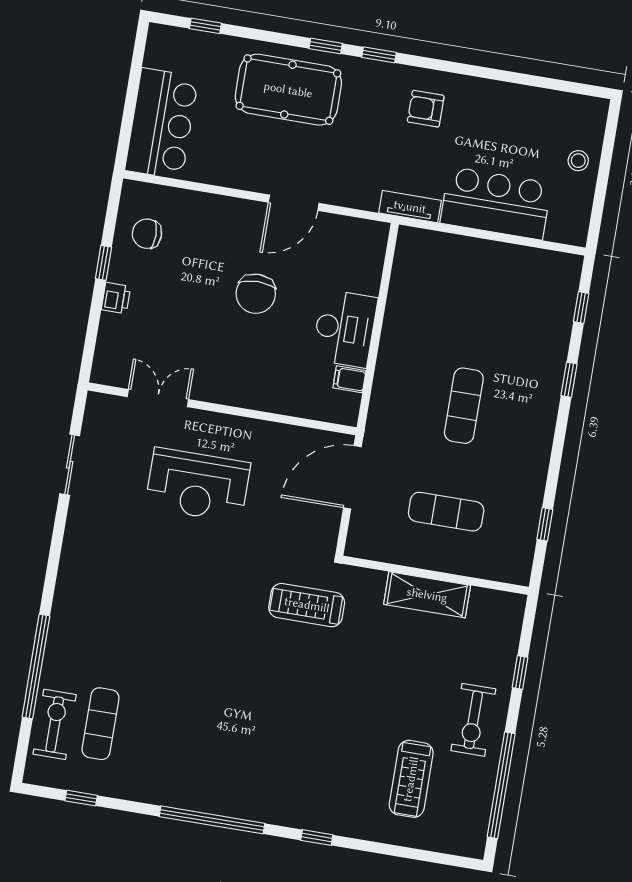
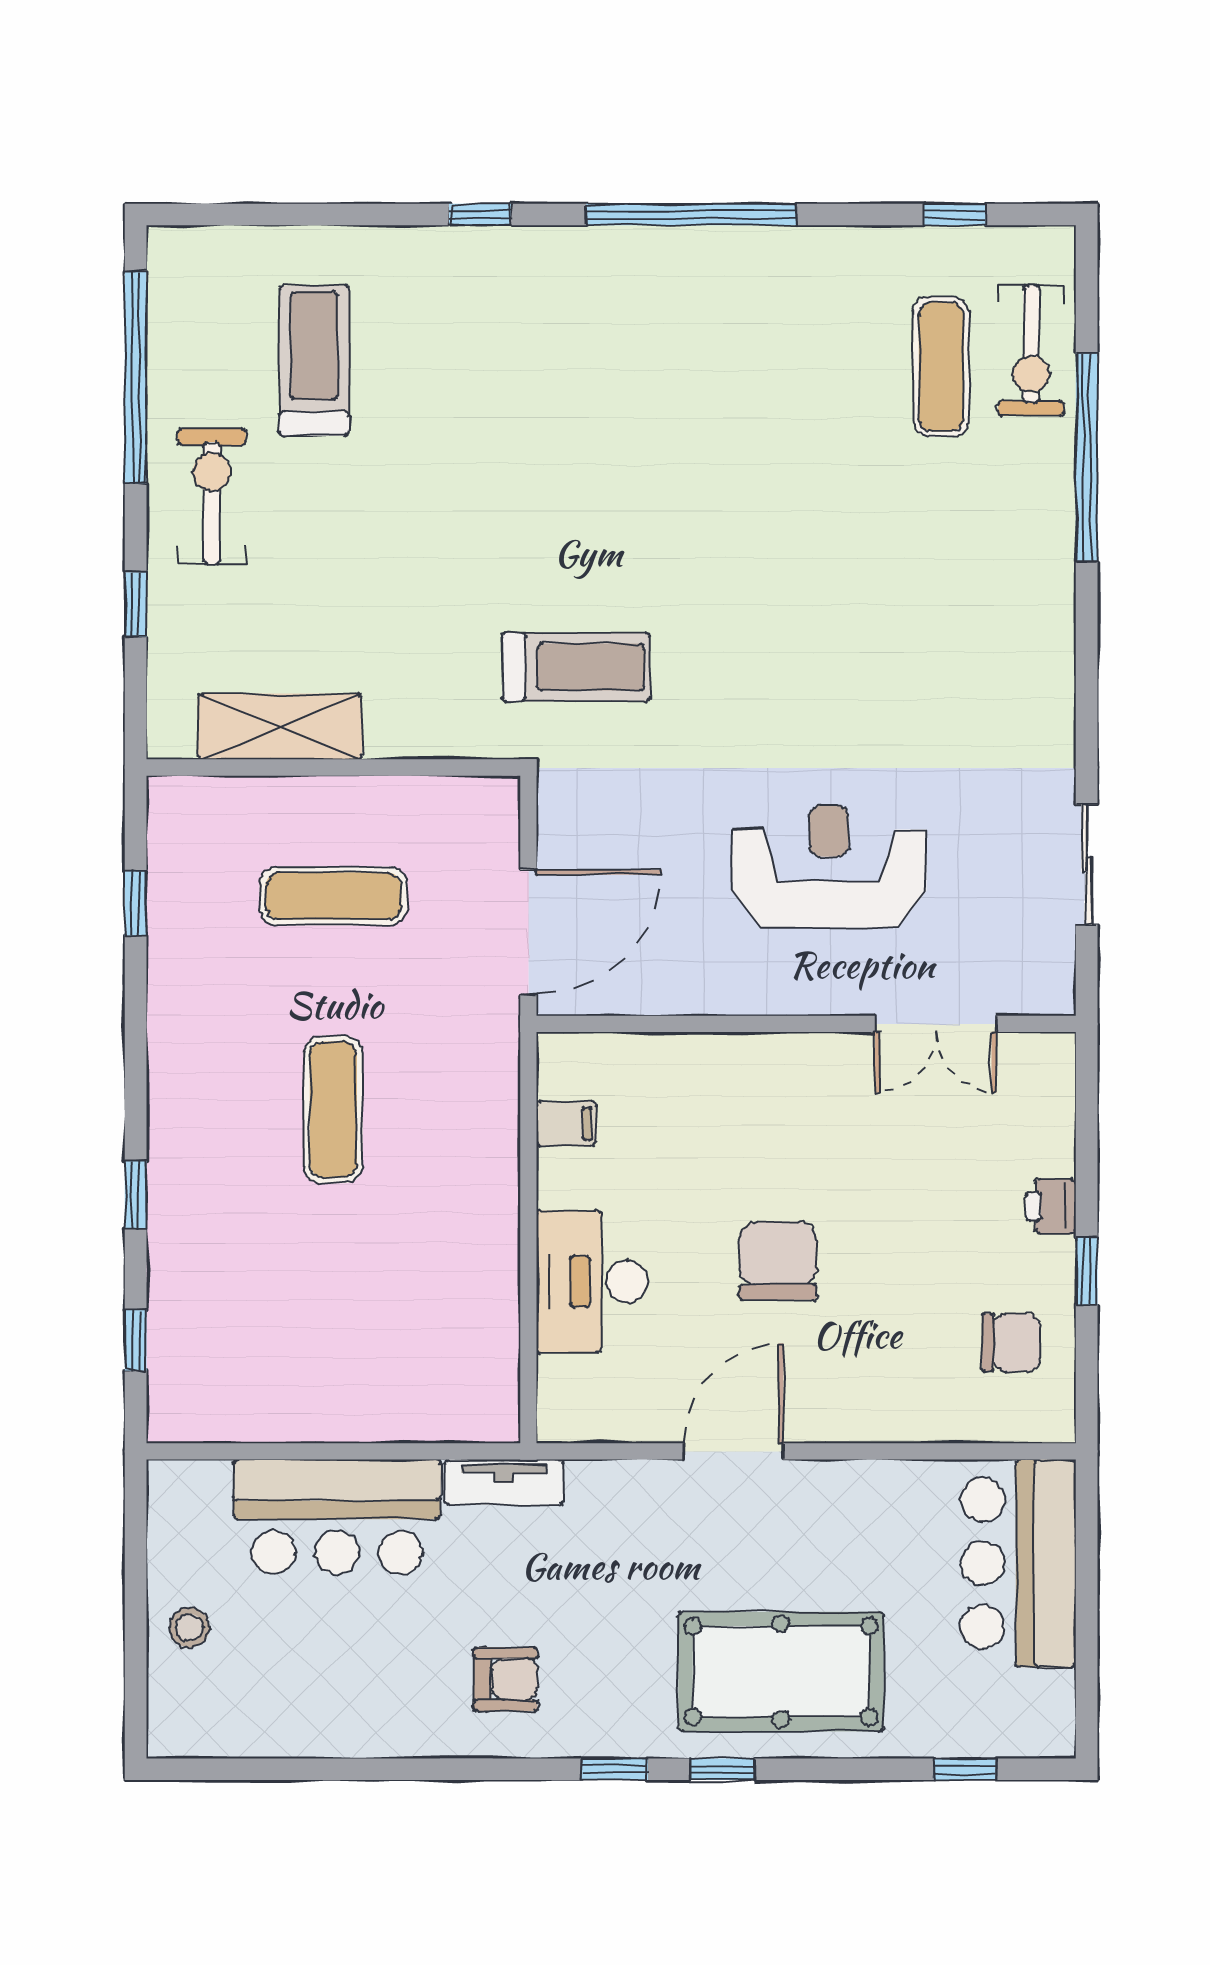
desk: (345, 329) -> (592, 1282), moved
shelving: (427, 595) -> (280, 727), moved

